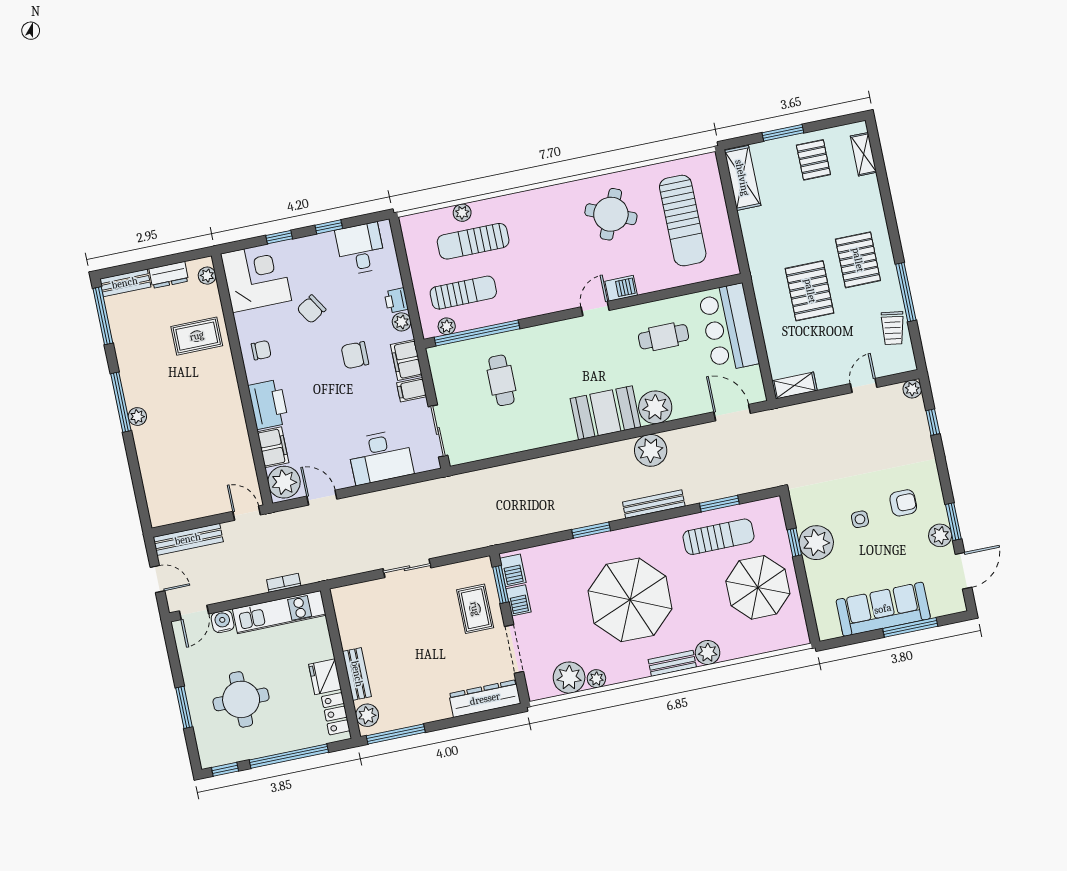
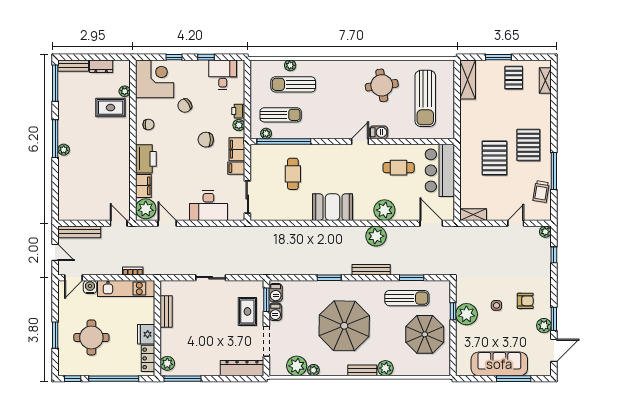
round table: (611, 214) -> (382, 85), turned -31
plant: (207, 276) -> (125, 91), moved
booth: (605, 413) -> (332, 207), moved
bench: (357, 674) -> (166, 311), moved

